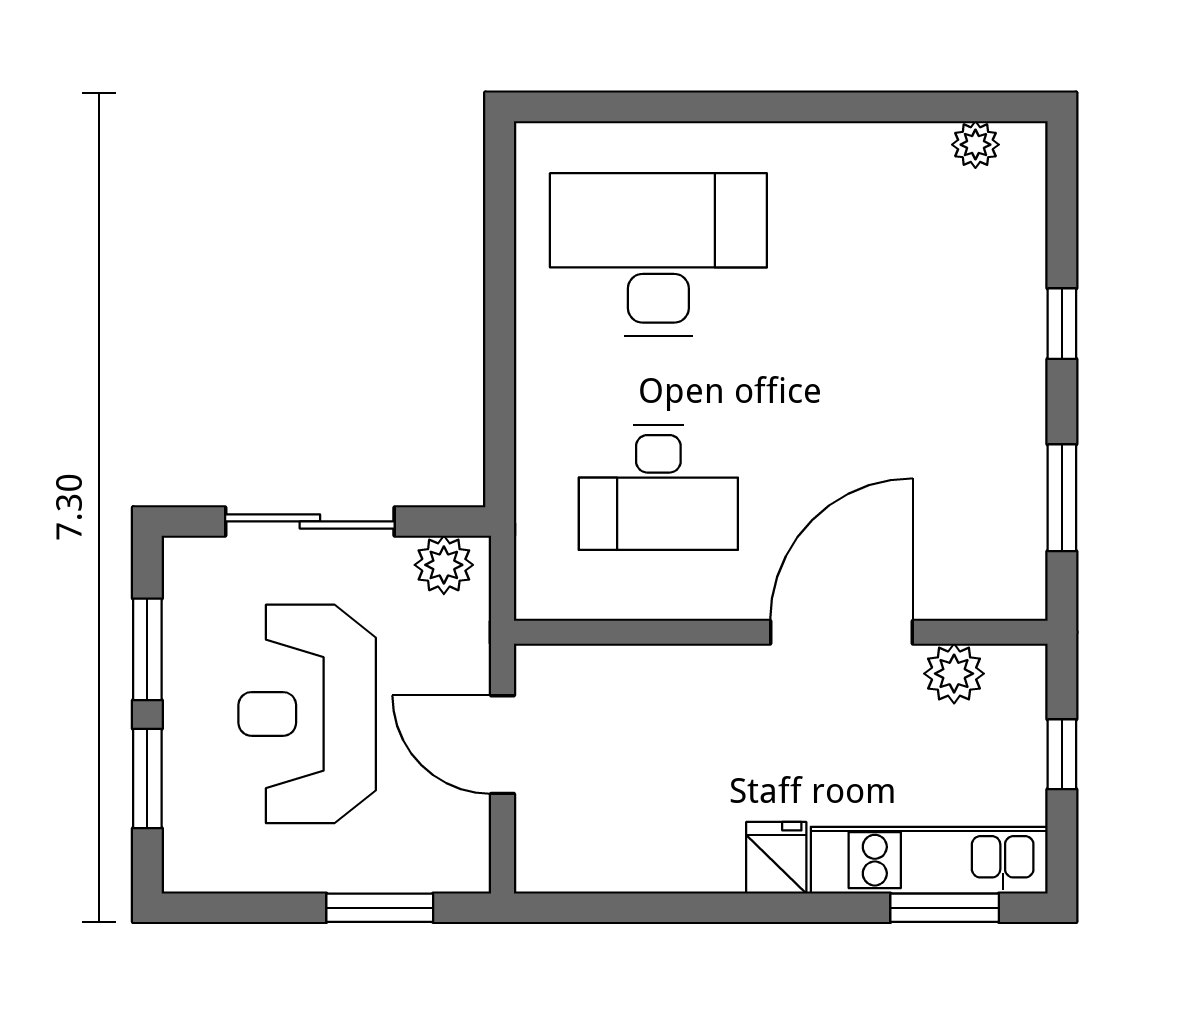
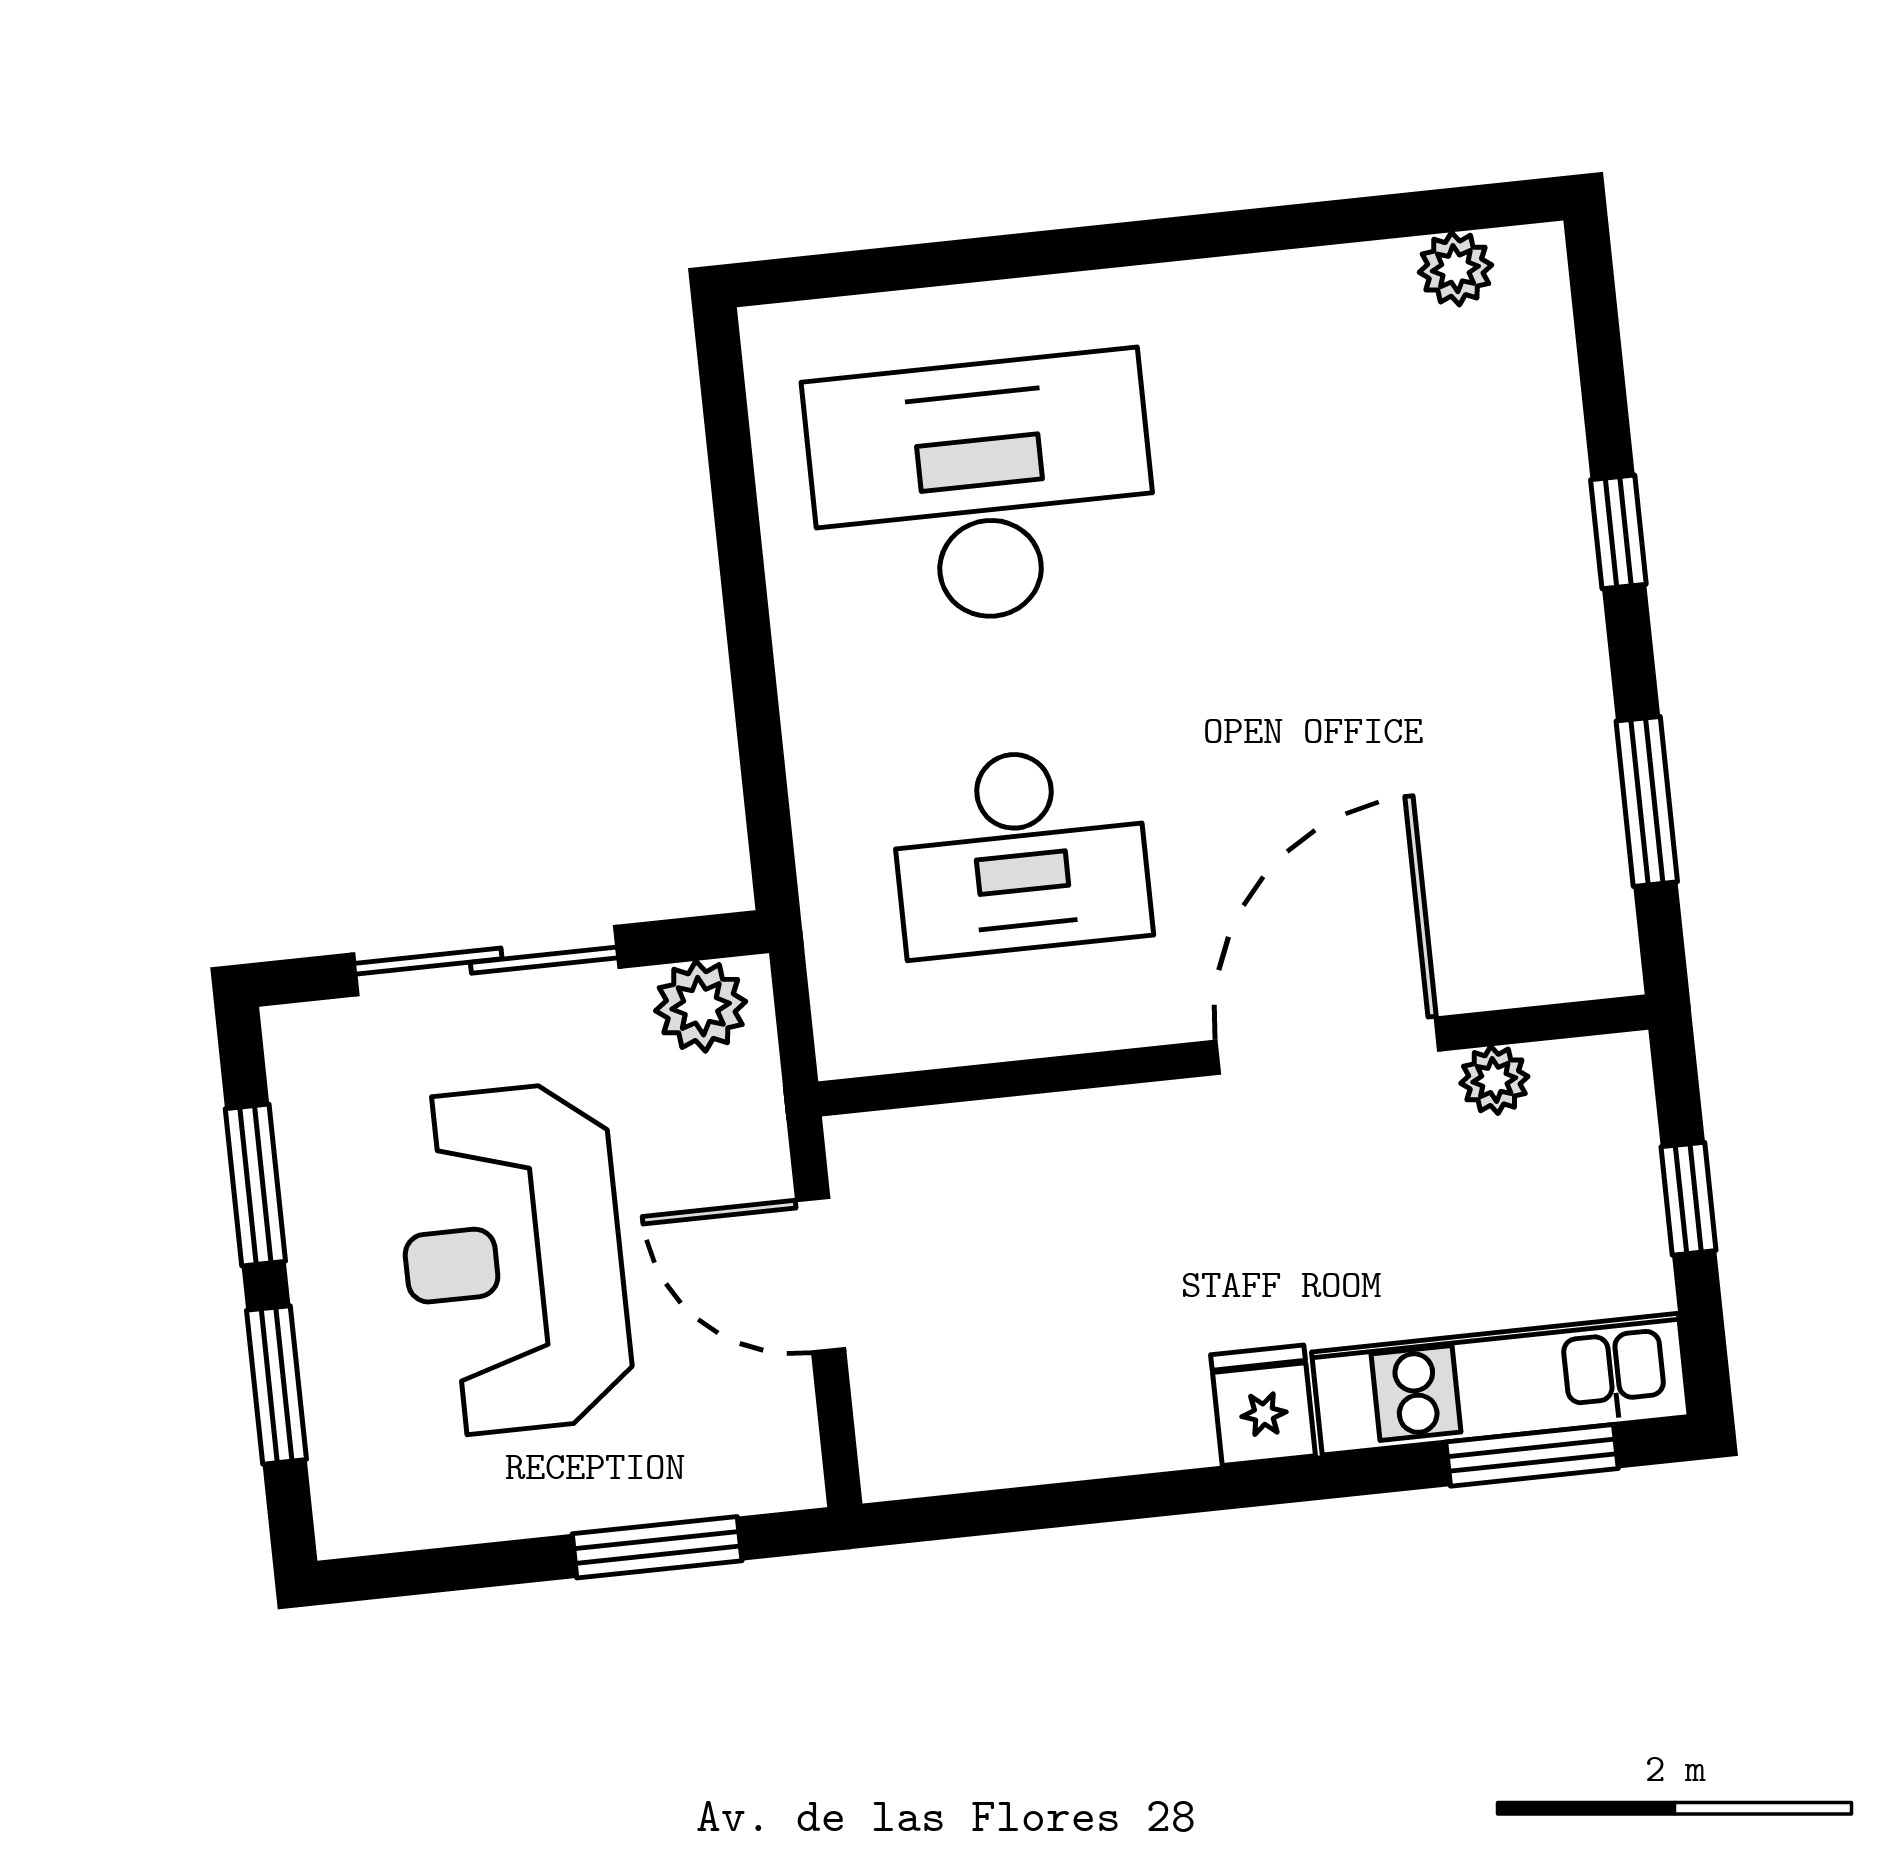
plant: (954, 674) -> (1494, 1080), width x0.73, depth x0.73

